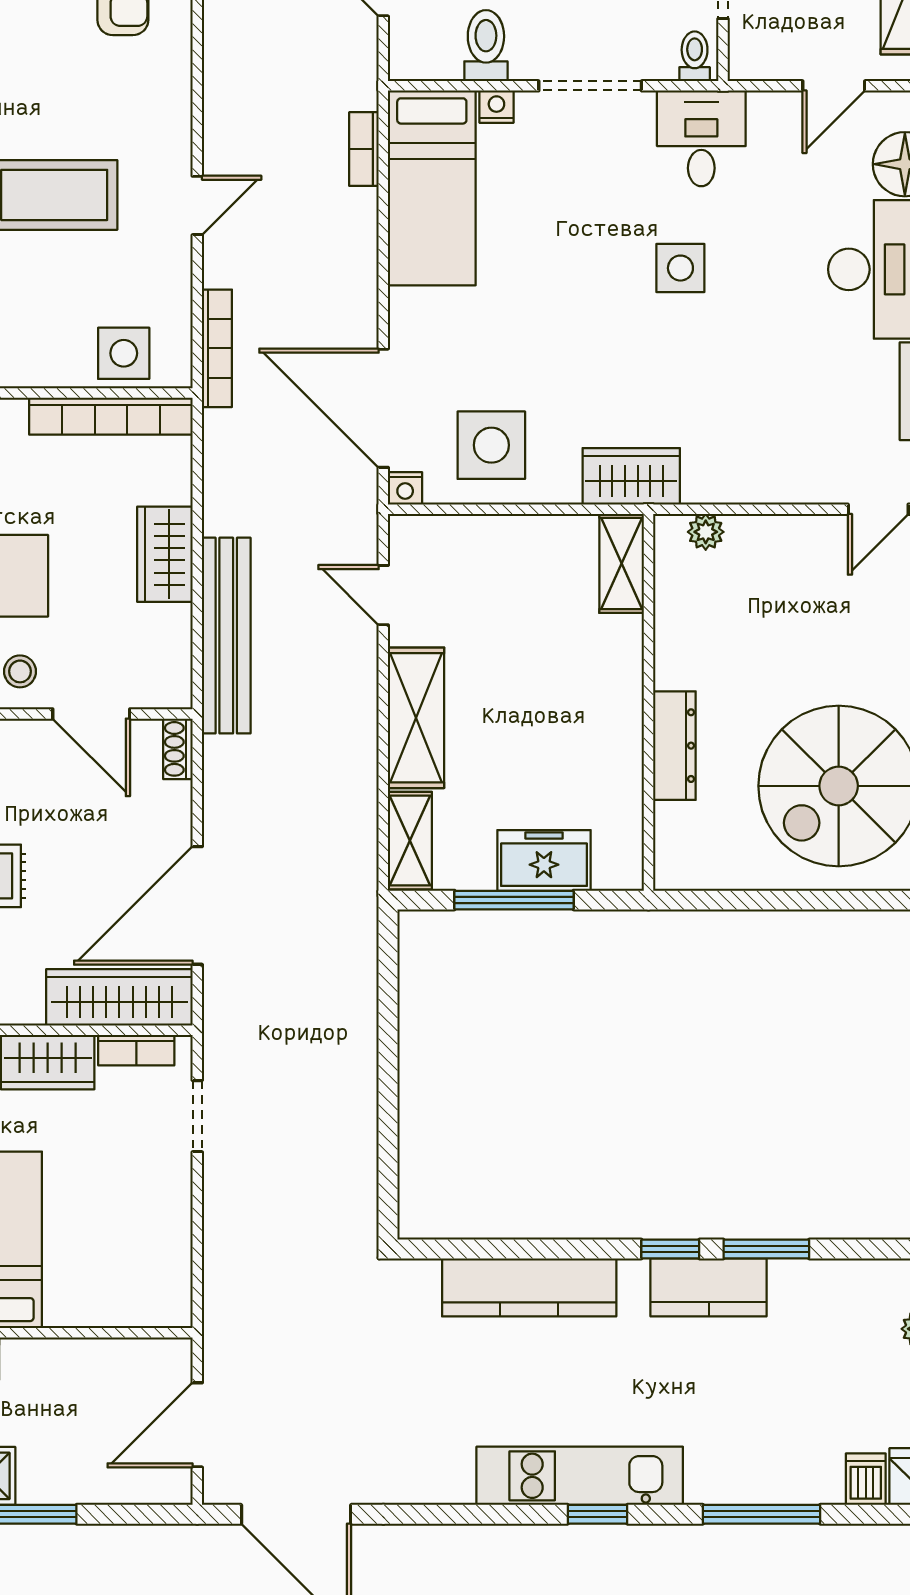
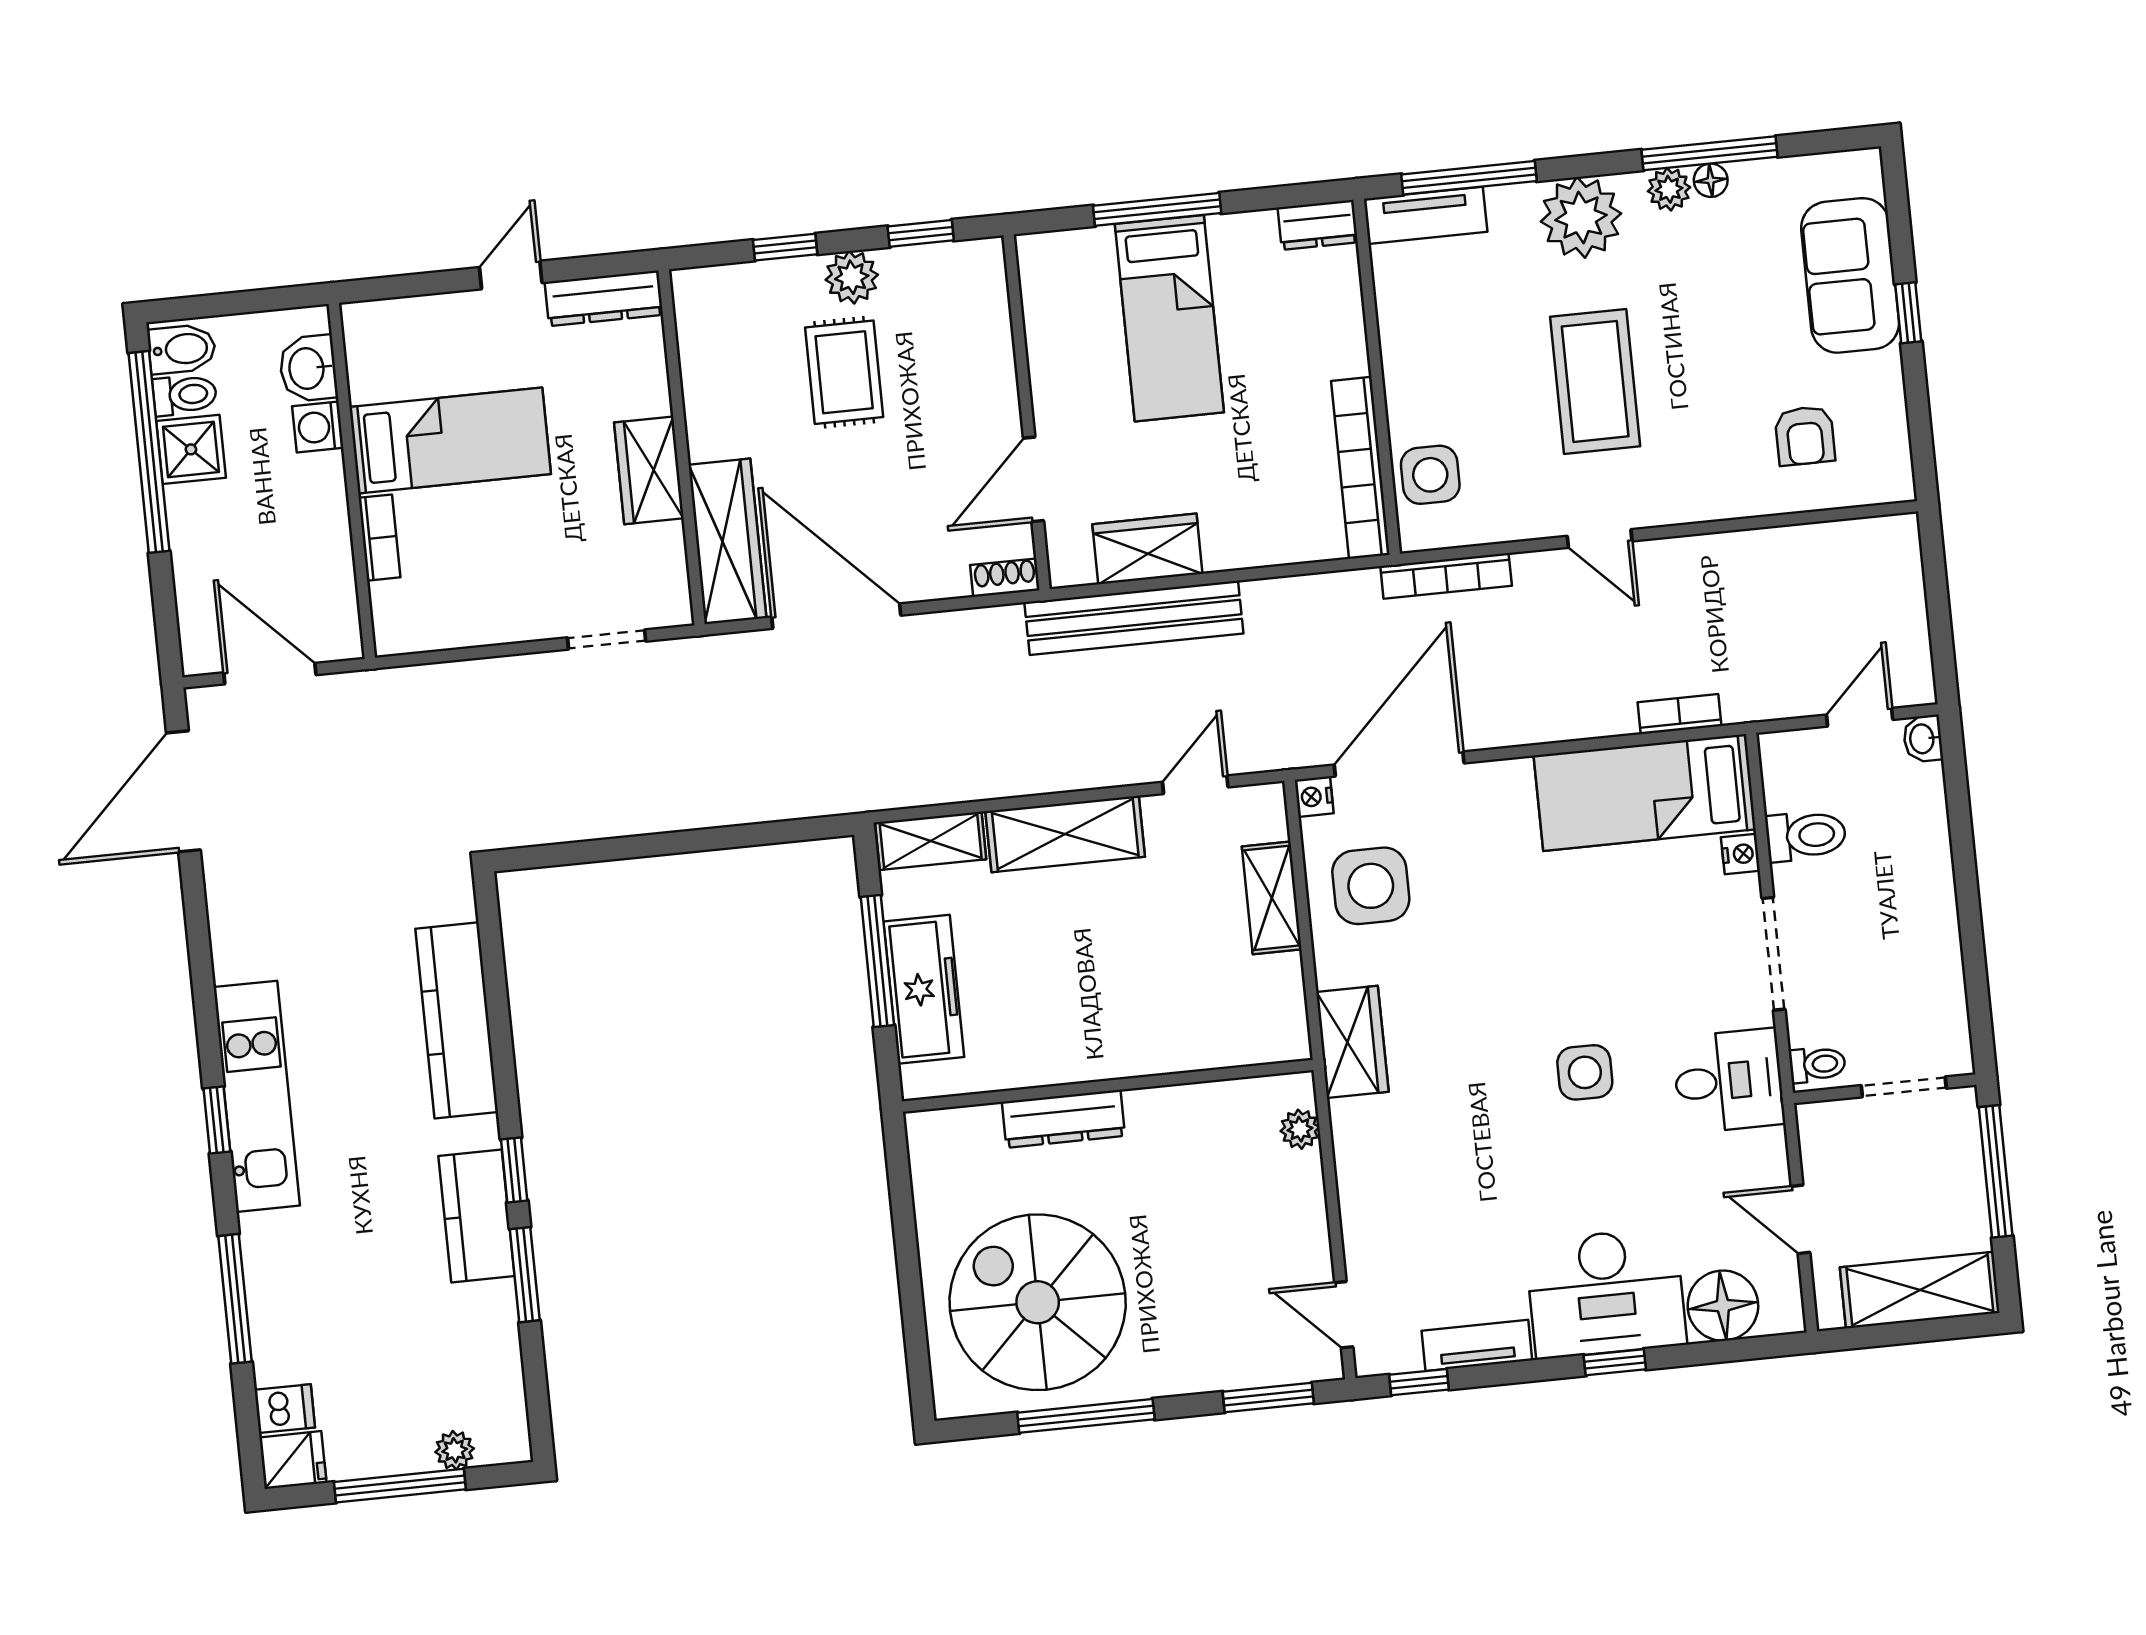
wardrobe: (165, 554) -> (1147, 549), moved
shelving: (622, 563) -> (1272, 898), moved, turned 90
stool: (20, 671) -> (1072, 397), removed
freezer: (544, 860) -> (924, 989), width x1.40
bookcase: (136, 1050) -> (379, 538), moved, turned 180

